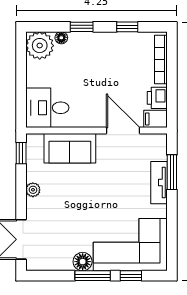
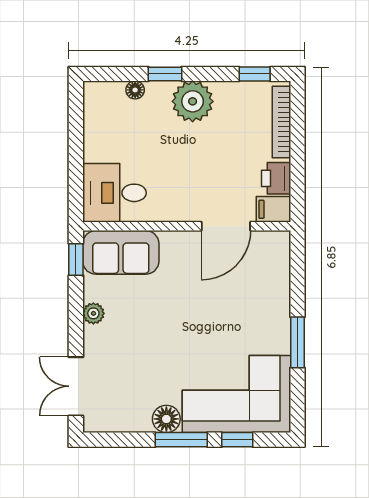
window: (127, 27) -> (255, 74), moved
plant: (40, 46) -> (193, 101), moved
door: (123, 131) -> (226, 226), swing flipped
sofa: (70, 148) -> (121, 252), moved
window: (172, 172) -> (298, 342), moved
tv unit: (159, 183) -> (279, 303), removed

